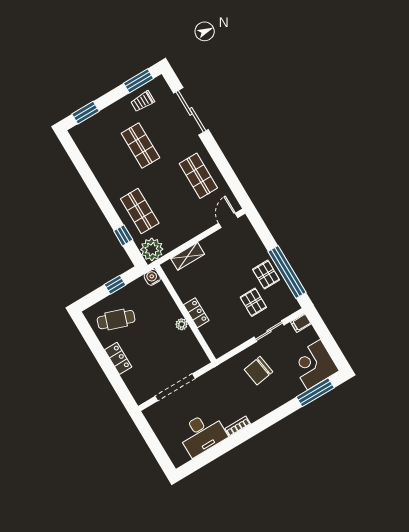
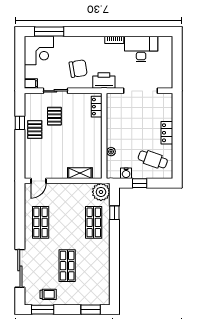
window: (287, 272) -> (20, 123), width x0.32
water cooler: (152, 277) -> (126, 173), moved
locker: (196, 313) -> (97, 107), moved
plant: (182, 324) -> (111, 152), moved
printer: (222, 374) -> (104, 81), added

